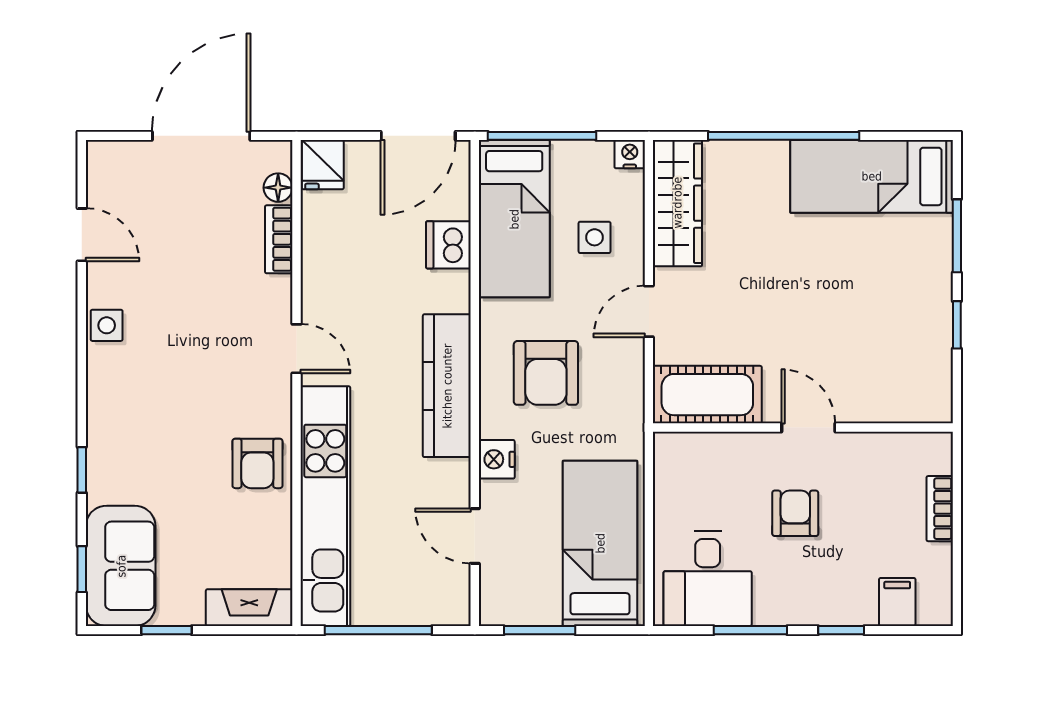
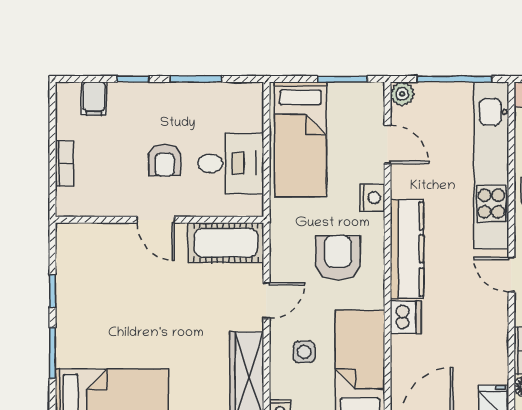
dishwasher: (448, 245) -> (406, 317), moved
desk: (708, 579) -> (231, 163), moved, turned 90
plant: (453, 609) -> (402, 94), added

